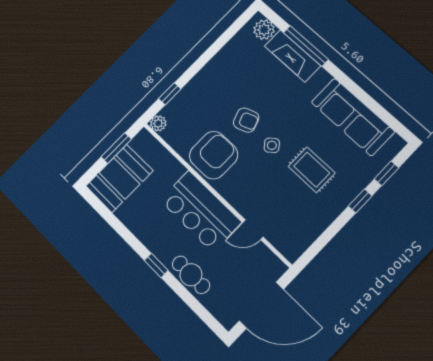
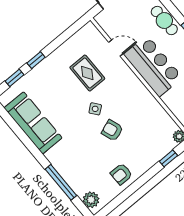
fireplace: (293, 56) -> (72, 176), removed
armchair: (214, 155) -> (121, 174), moved, width x0.53, depth x0.53
rug: (312, 170) -> (87, 73), moved

